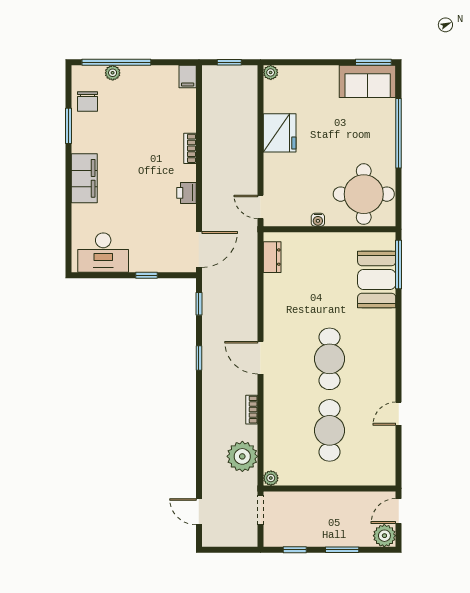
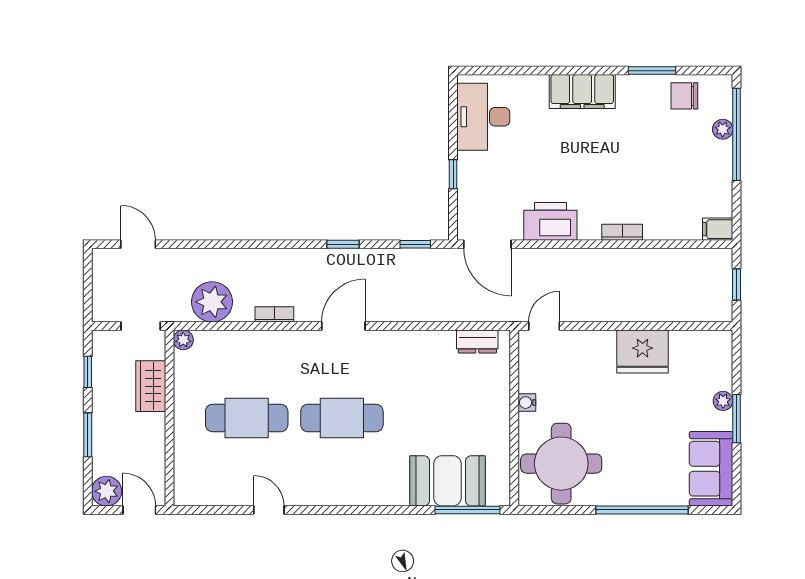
window: (373, 62) -> (737, 419), moved
plant: (271, 72) -> (723, 401), moved
printer: (186, 193) -> (550, 221), width x1.87, depth x1.48
wardrobe: (306, 502) -> (151, 386), added
door: (199, 512) -> (138, 244), hinge flipped

